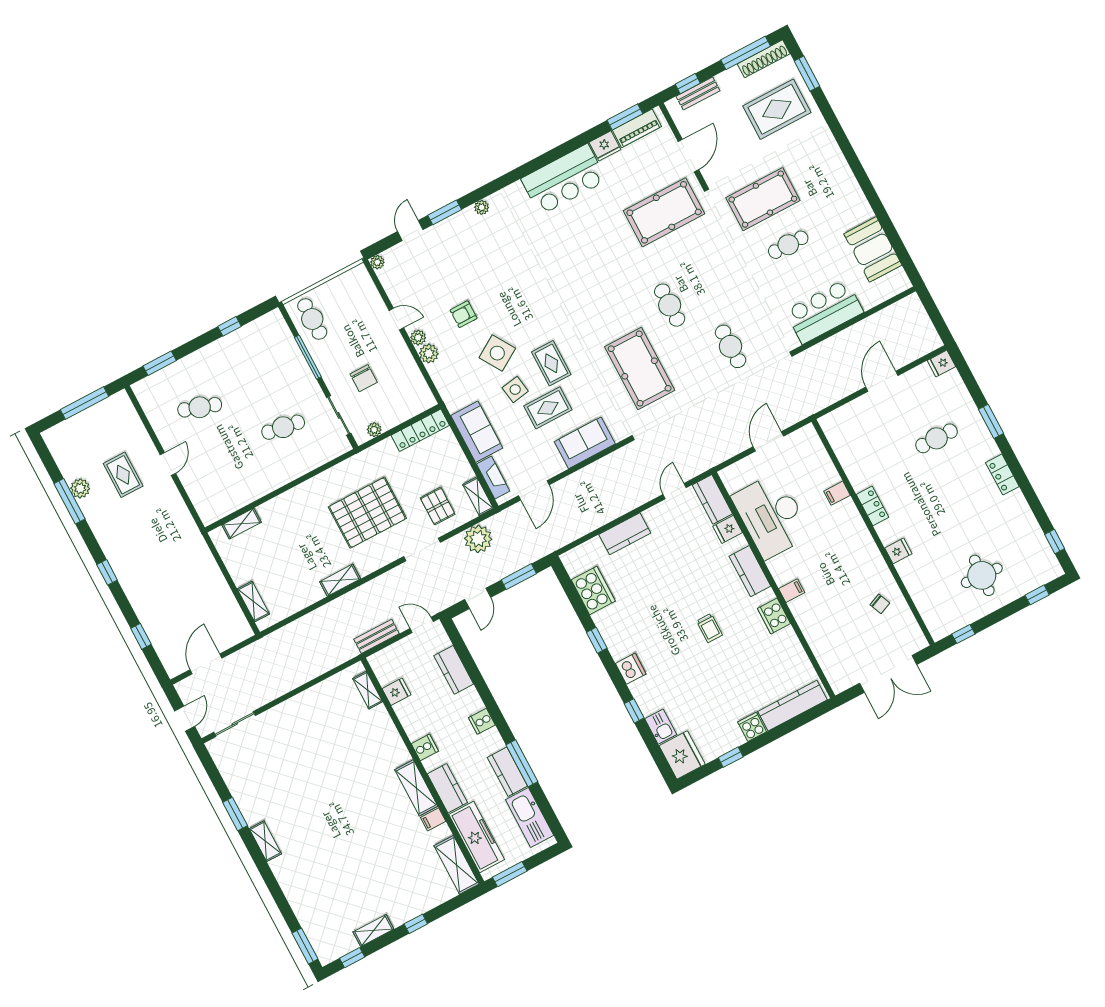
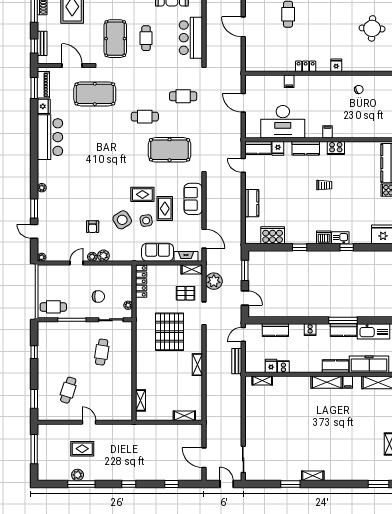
pool table: (664, 212) -> (95, 94), turned 90
kitchen sink: (661, 727) -> (340, 238), moved
cooker: (425, 747) -> (283, 367), moved

